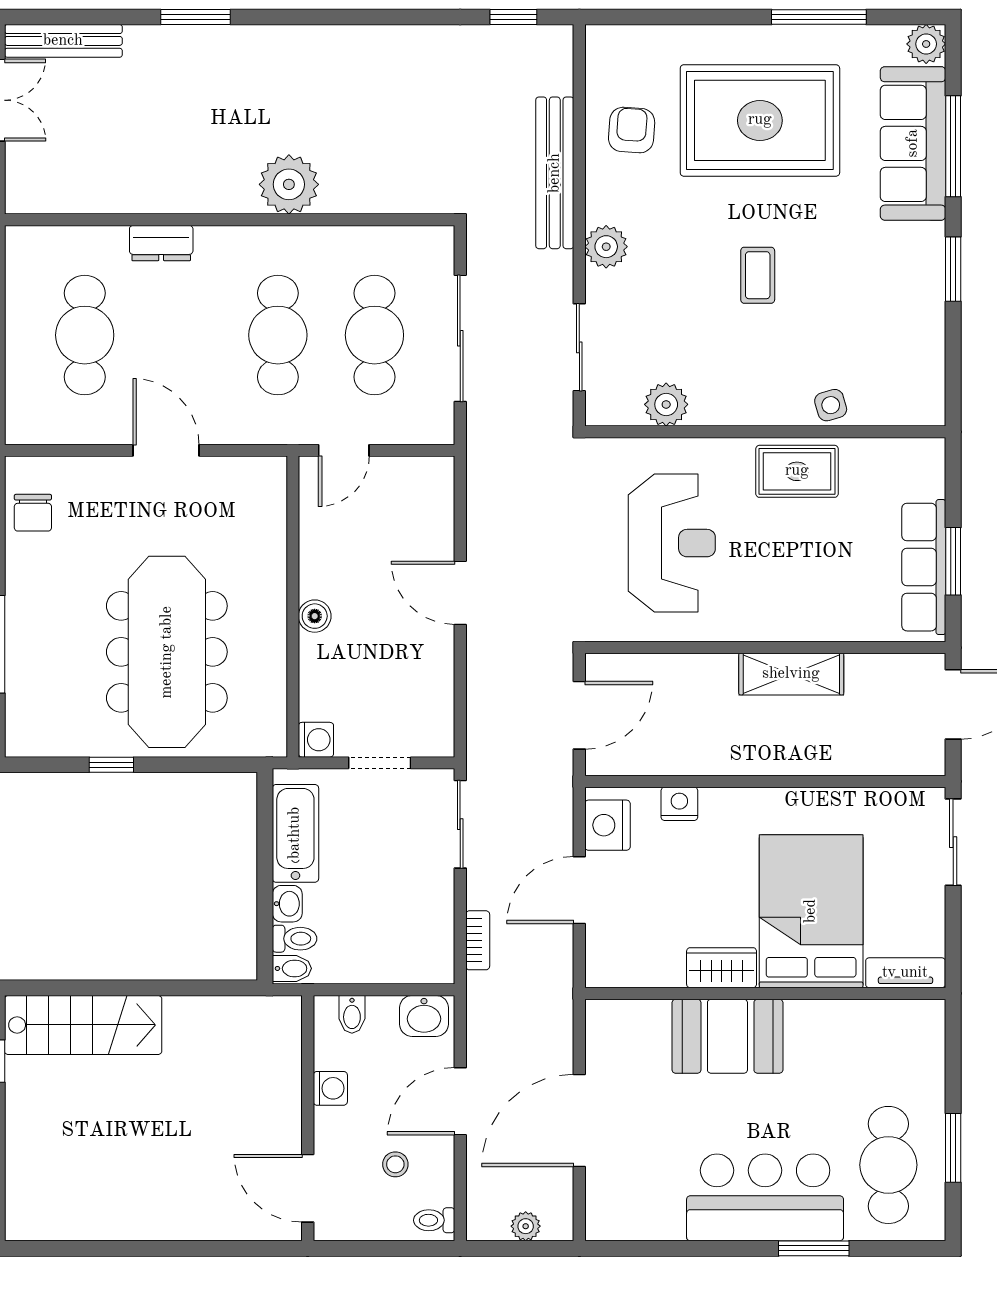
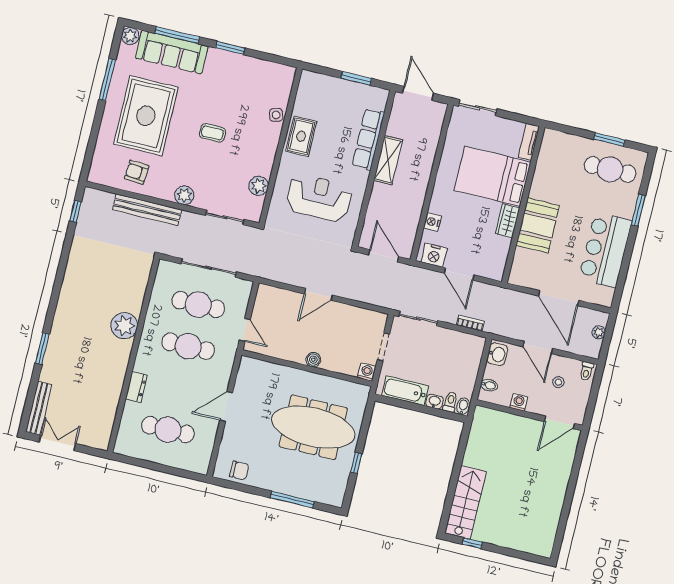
row of seats: (924, 567) -> (368, 139), moved, turned 90
bar counter: (765, 1197) -> (605, 250), moved

